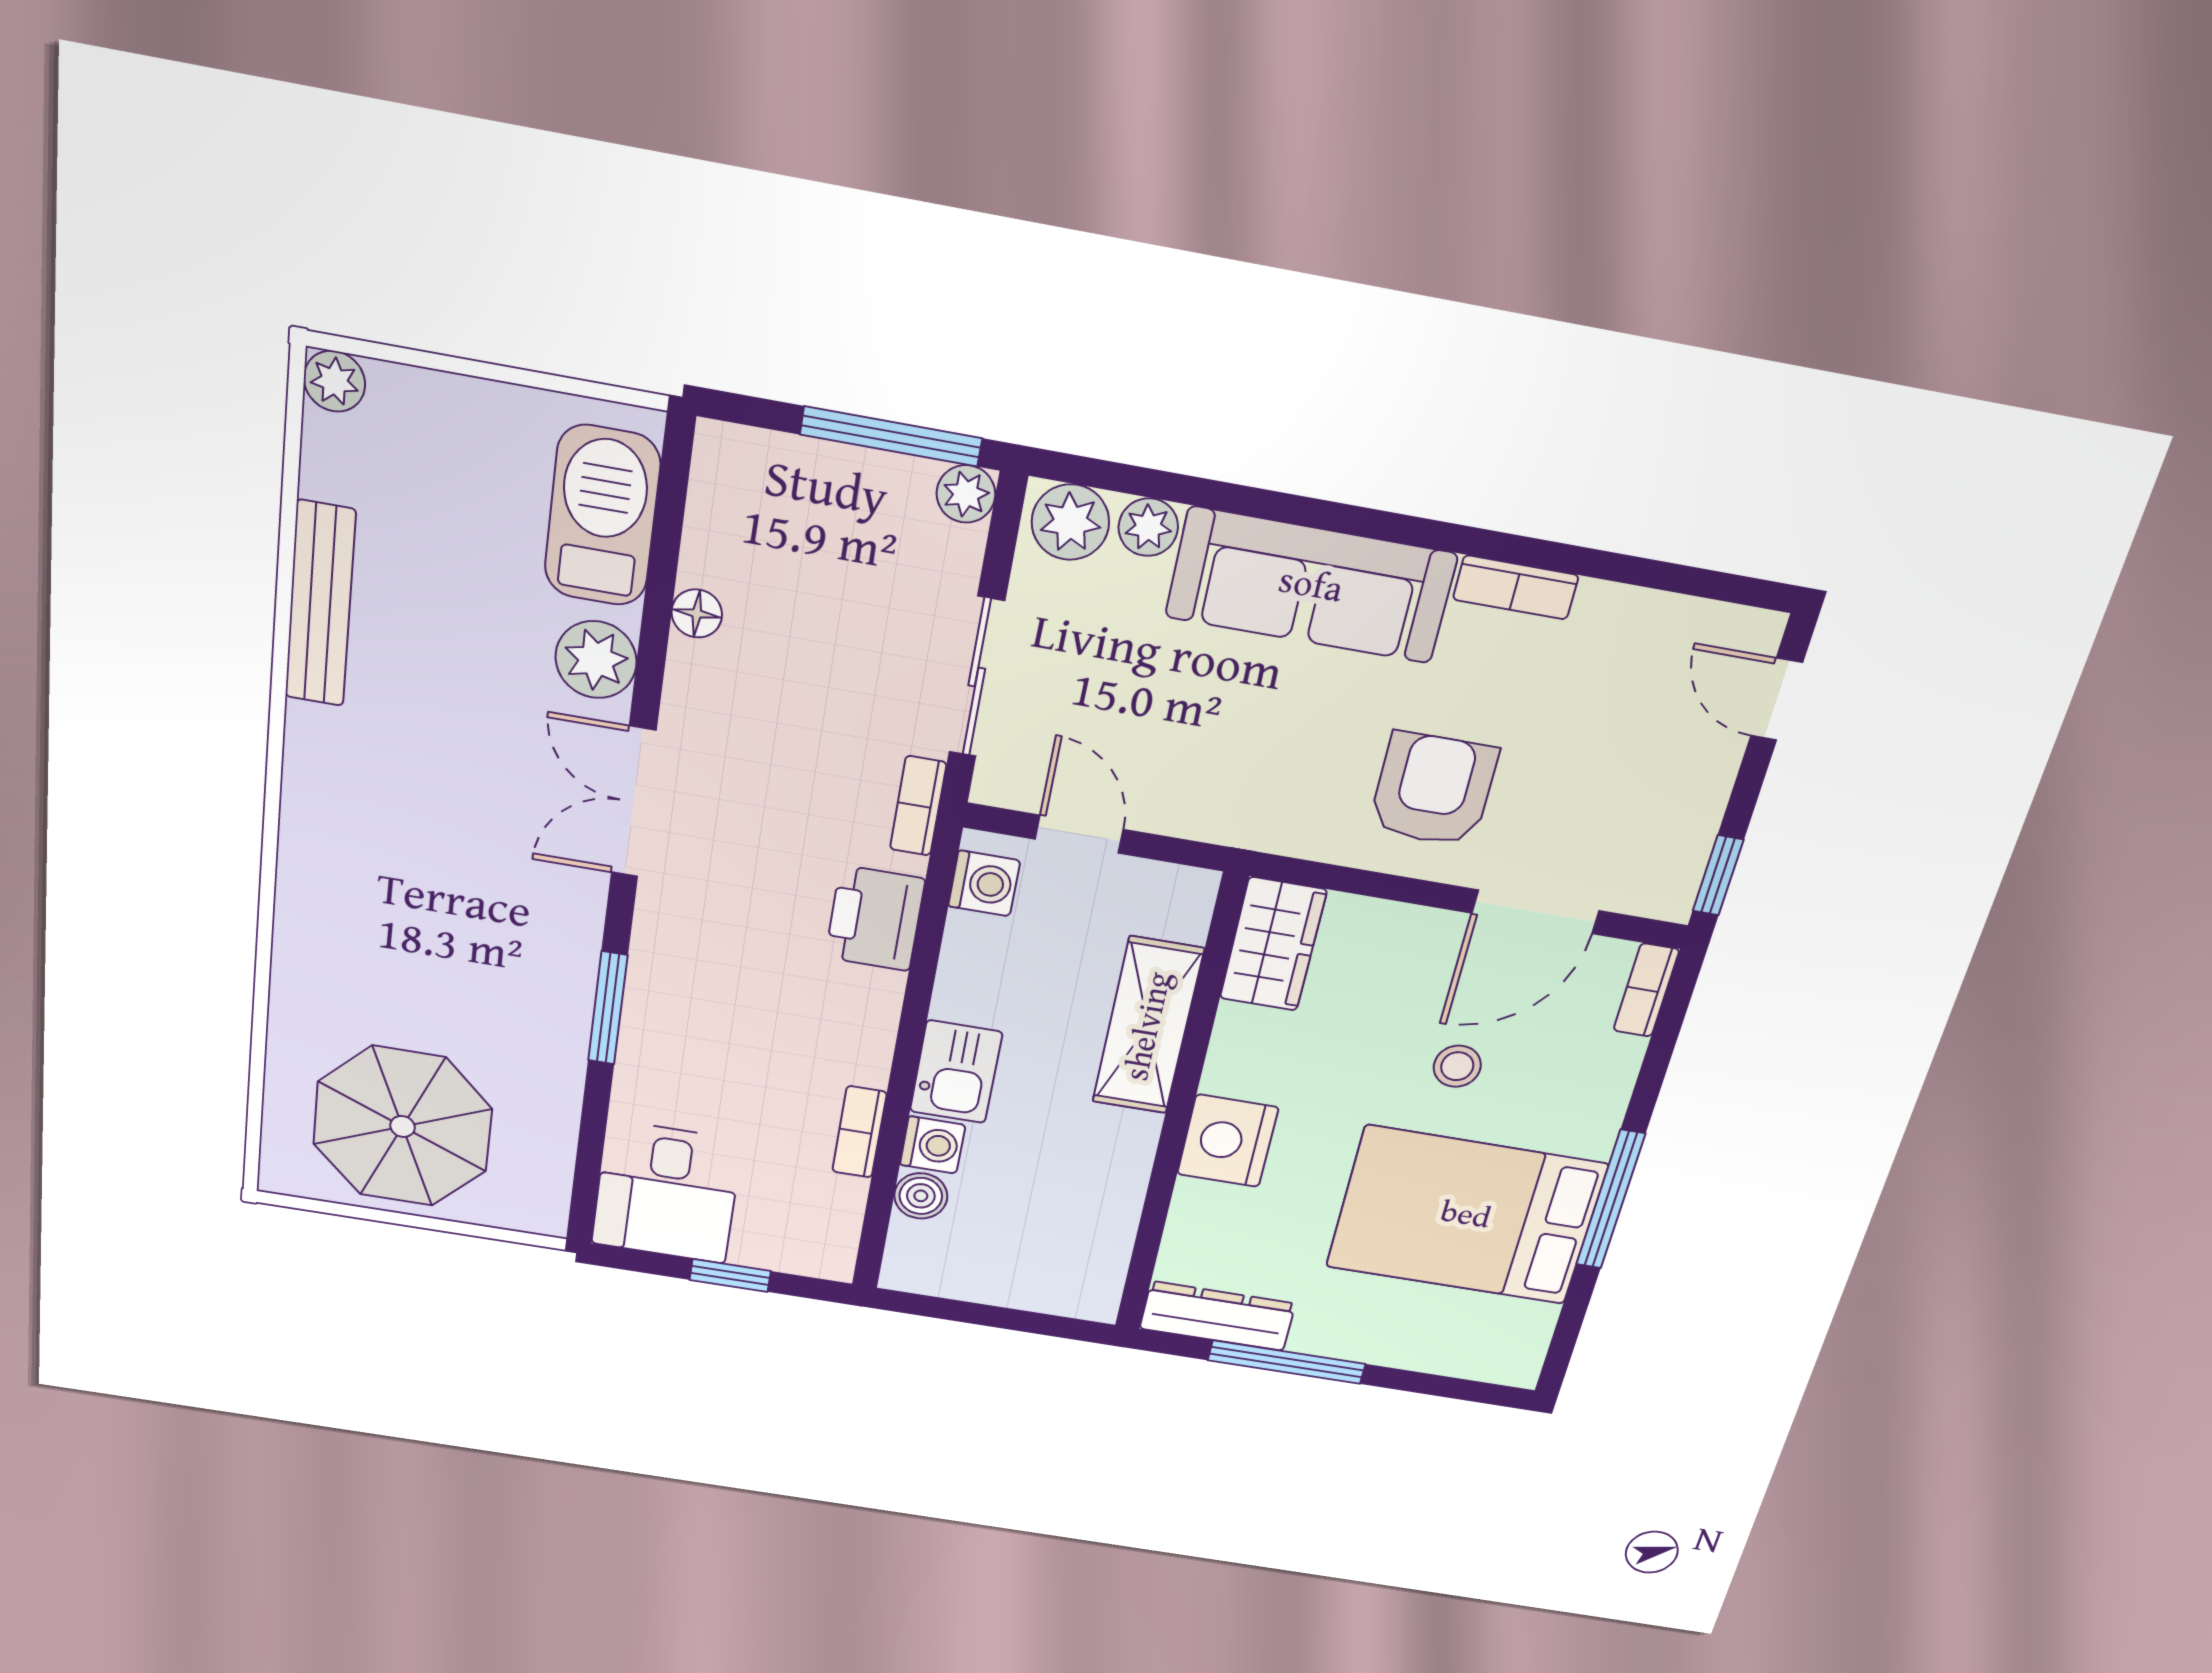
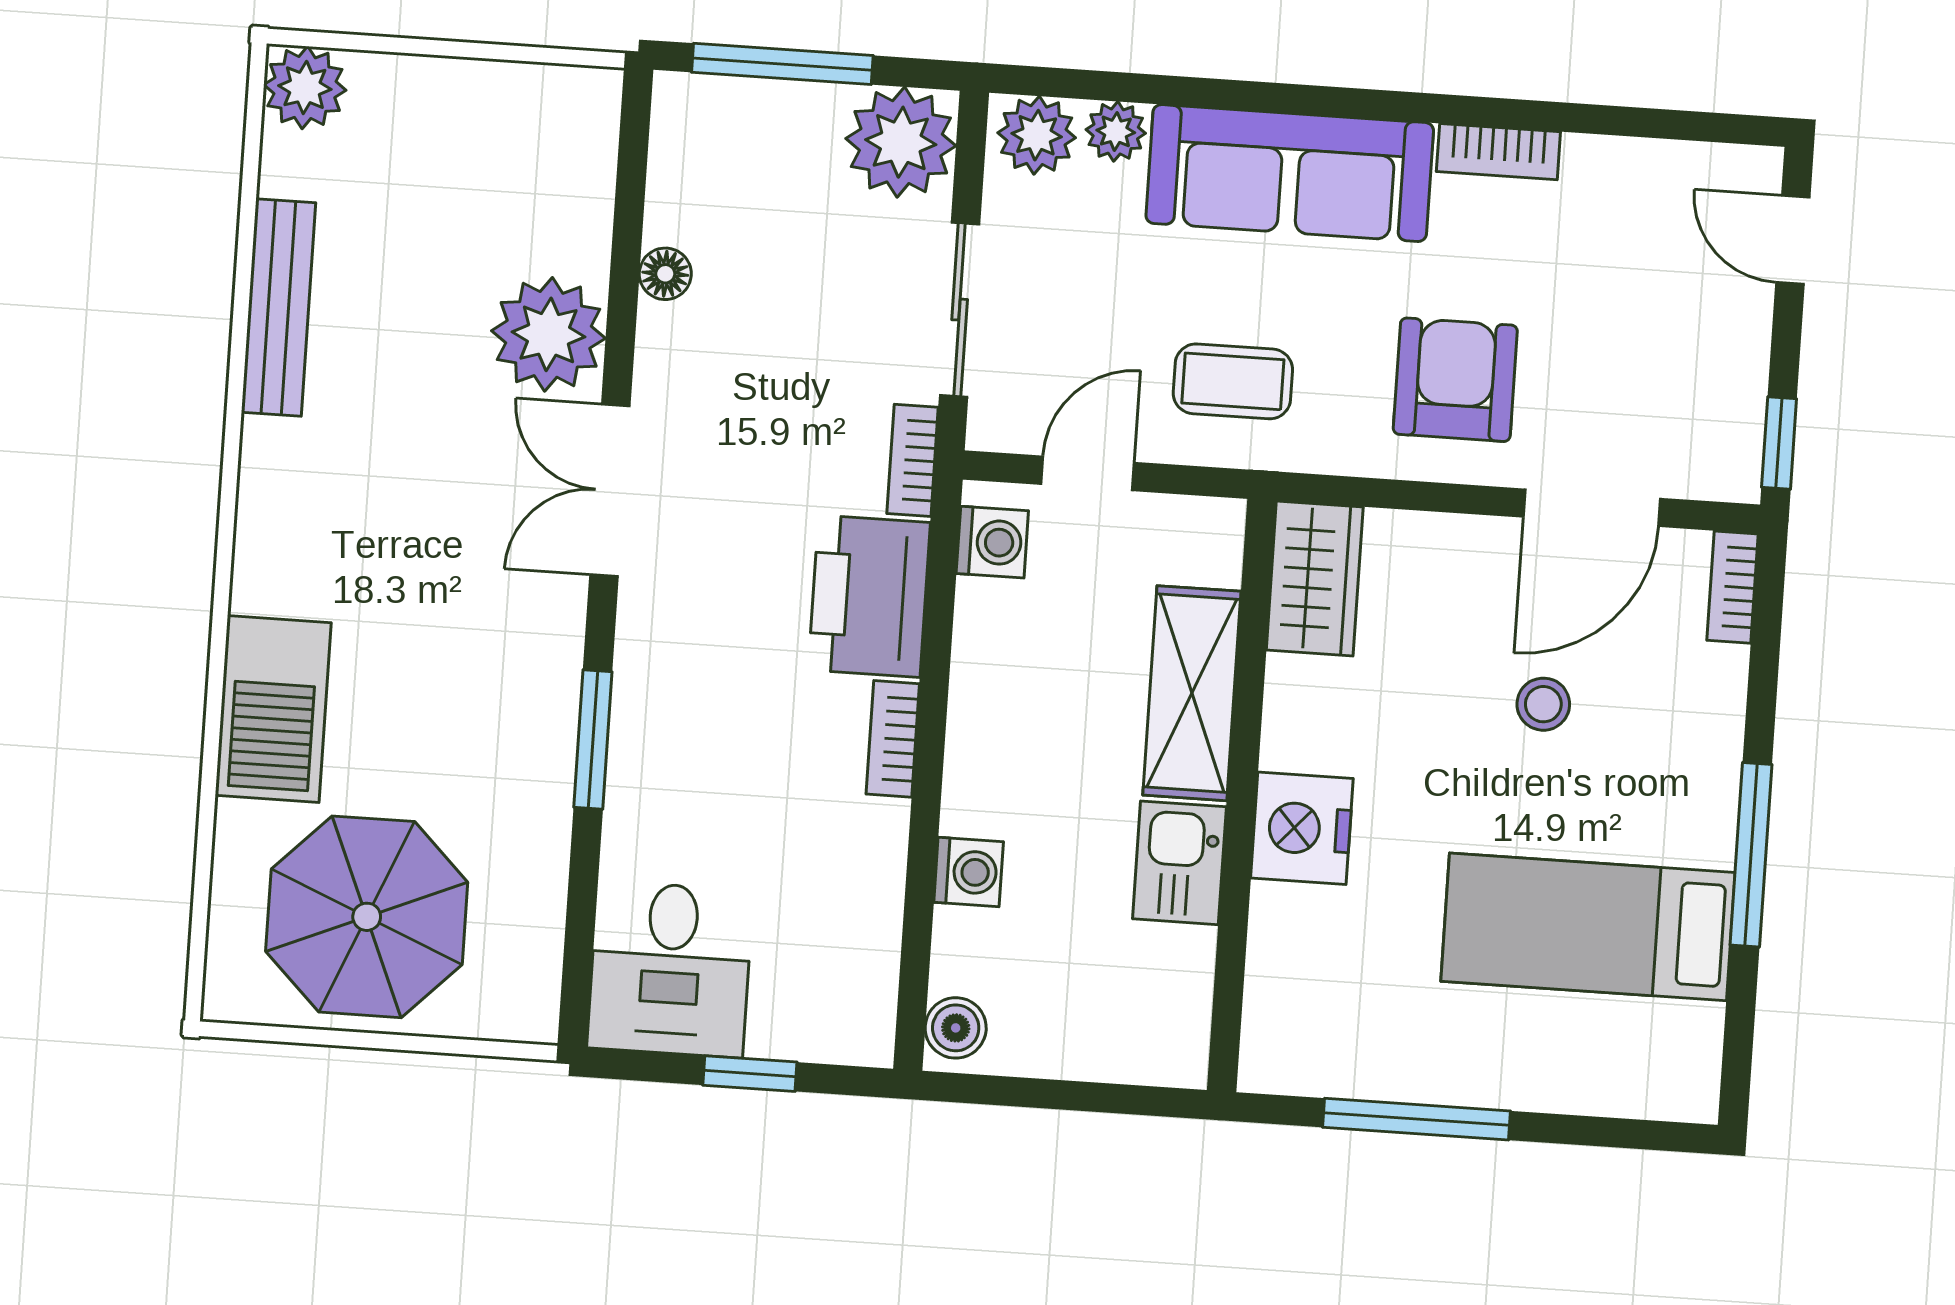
plant: (334, 381) -> (305, 88), width x1.38, depth x1.38
window: (891, 436) -> (782, 64), moved
plant: (966, 494) -> (901, 142), width x1.88, depth x1.88
barbecue: (602, 516) -> (273, 709), moved, turned 180
plant: (596, 660) -> (549, 334), width x1.36, depth x1.36
coffee table: (1226, 769) -> (1233, 381), added
door: (1079, 834) -> (1088, 473), hinge flipped
printer: (875, 918) -> (869, 596), width x1.37, depth x1.19
kitchen sink: (956, 1072) -> (1179, 863), moved, turned 180
bookcase: (859, 1132) -> (893, 739), moved
boiler: (921, 1196) -> (956, 1028), moved
bed: (1466, 1215) -> (1588, 927), width x0.67
dresser: (1217, 1316) -> (1325, 1064), removed

